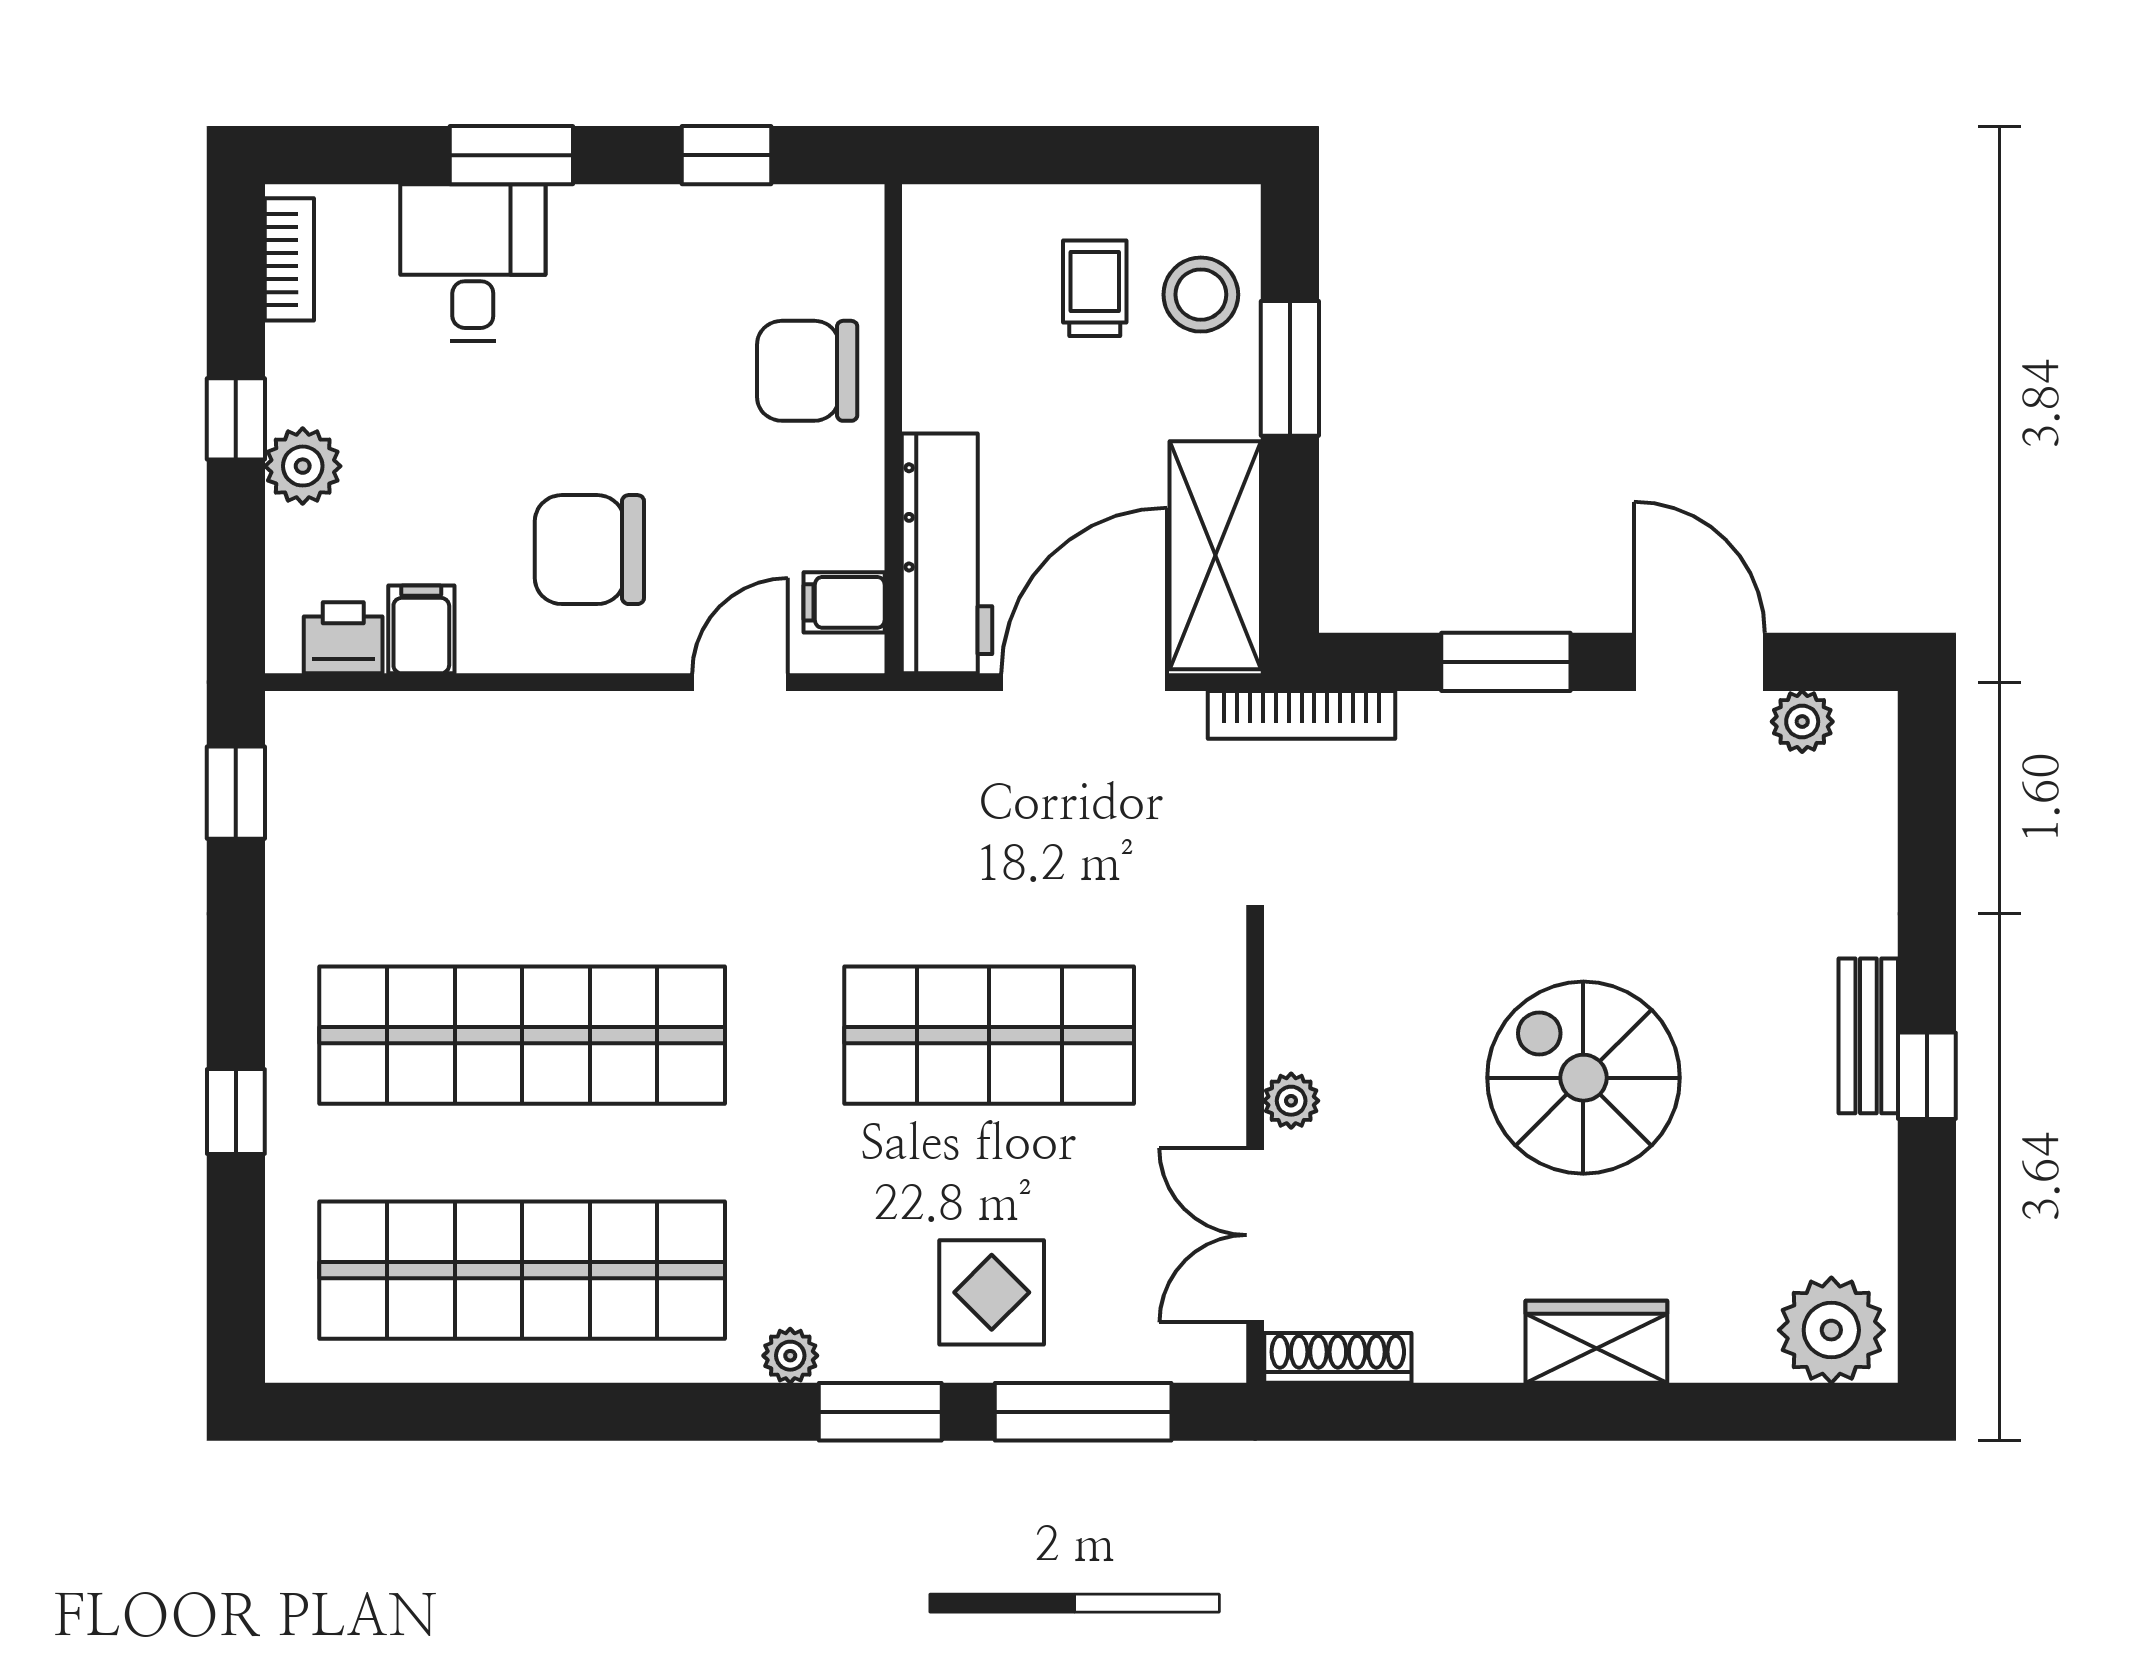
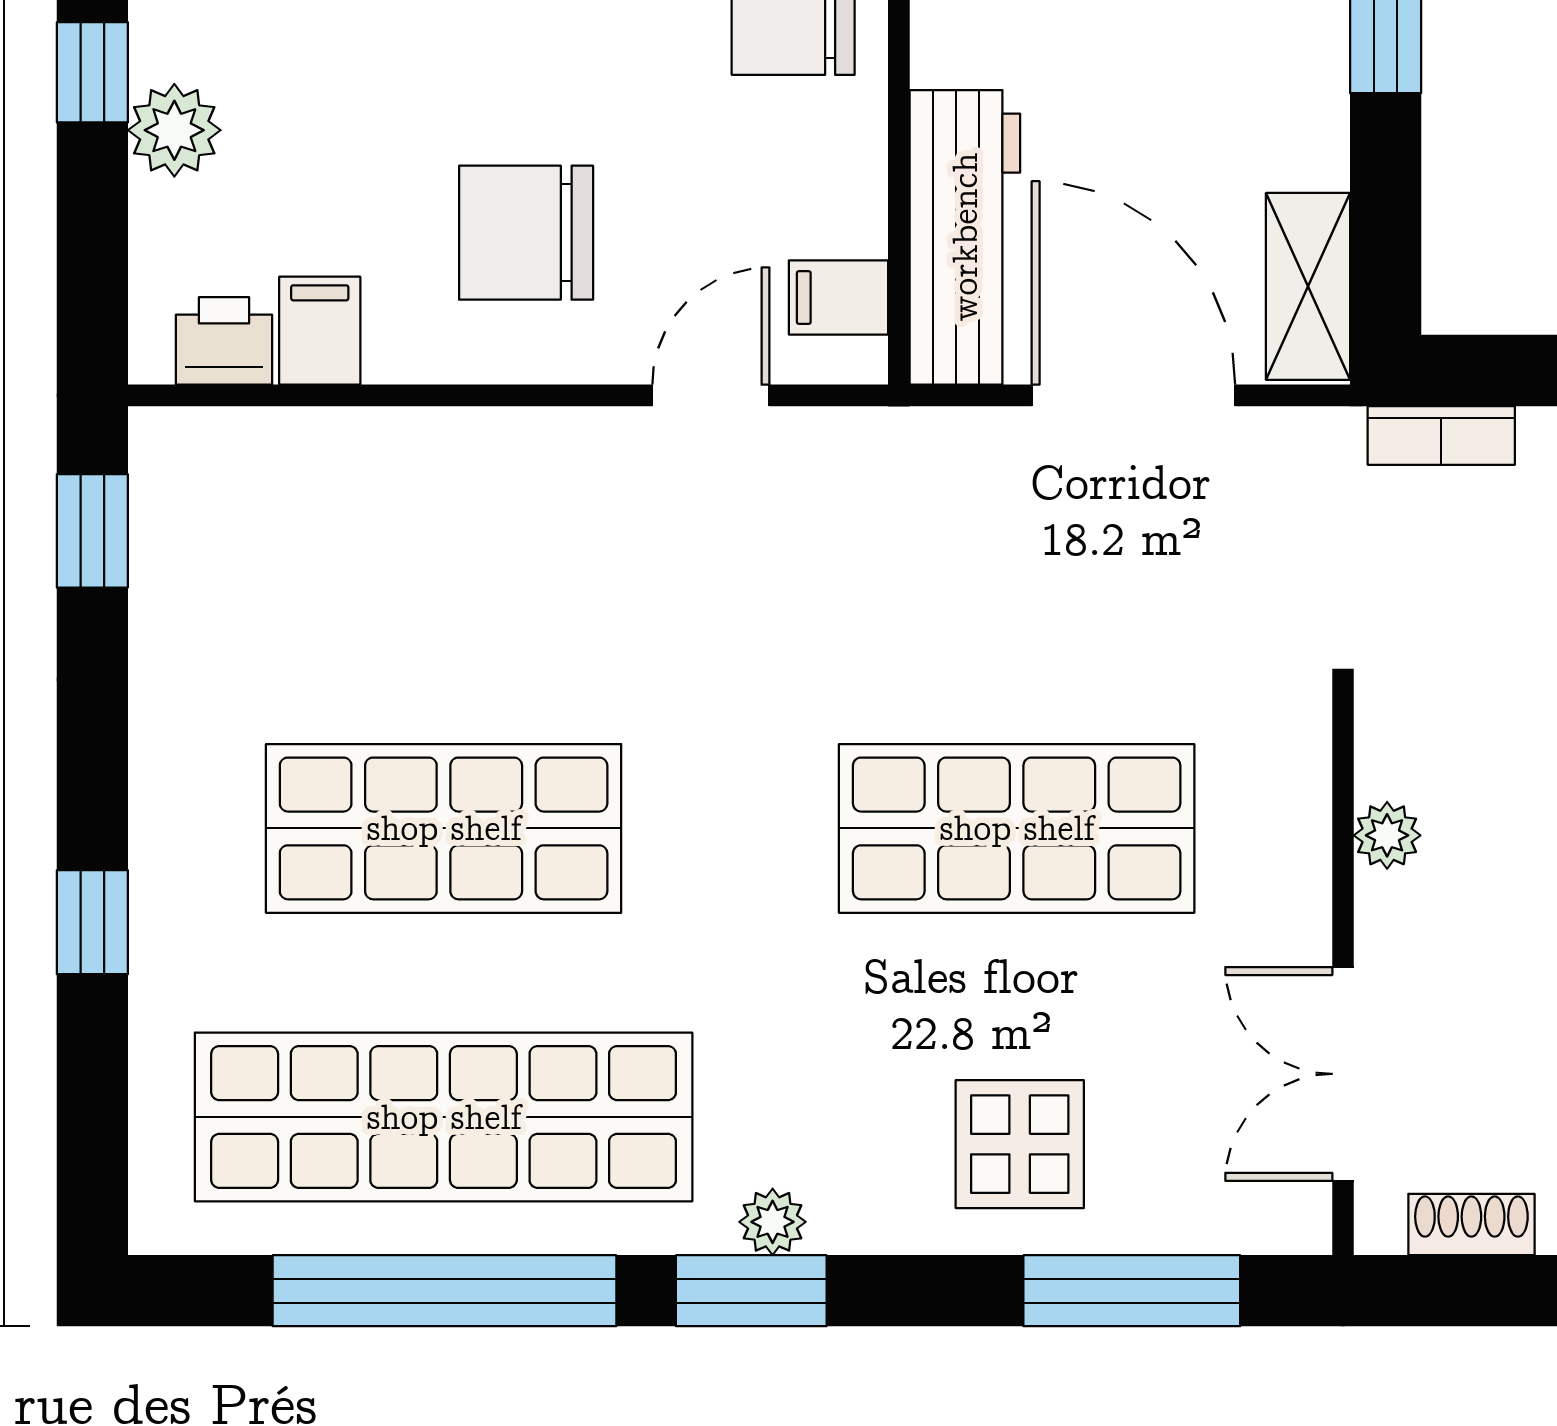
shelving: (1215, 555) -> (1308, 286), width x0.67, depth x0.75
door: (1084, 682) -> (1133, 395), hinge flipped
bookcase: (1302, 715) -> (1441, 435), width x0.64
shop shelf: (522, 1035) -> (444, 828), width x0.71
plant: (1291, 1101) -> (1387, 835), moved
shoe rack: (1338, 1358) -> (1471, 1224), width x0.70
window: (523, 1412) -> (444, 1291), added
window: (880, 1412) -> (751, 1291), moved

